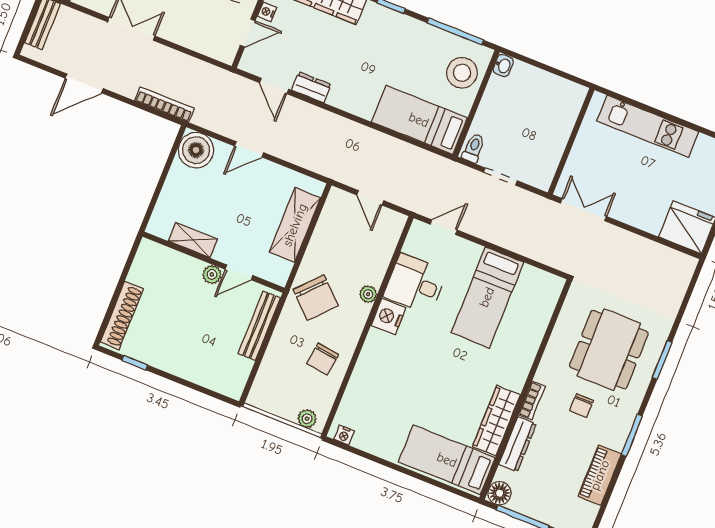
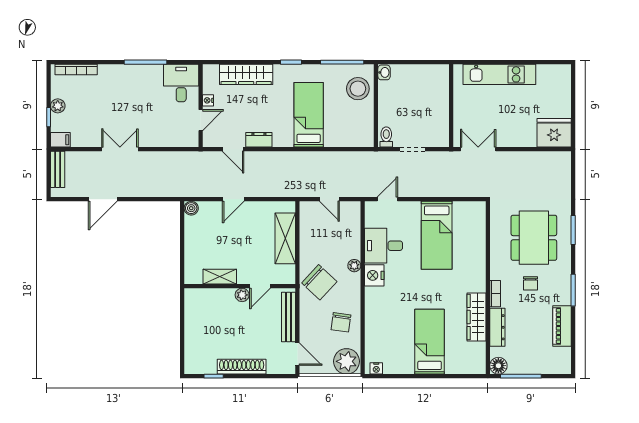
bookcase: (164, 104) -> (163, 192), removed
bed: (419, 120) -> (309, 115), moved, turned 90
boiler: (196, 150) -> (191, 208), width x0.54, depth x0.54
shoe rack: (122, 315) -> (242, 367), moved, turned -90
door: (252, 377) -> (297, 354), added
plant: (307, 419) -> (346, 361), width x1.88, depth x1.88
bed: (447, 460) -> (430, 342), moved, turned 90

